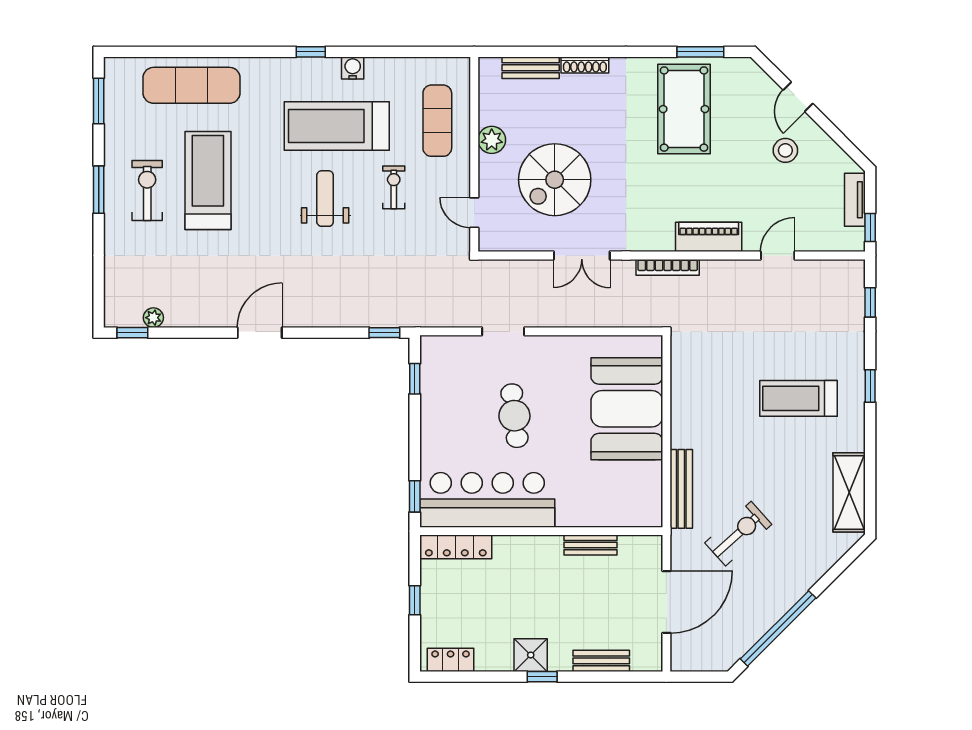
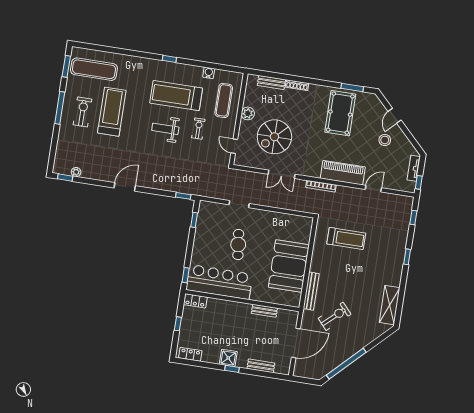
water cooler: (353, 68) -> (209, 73), moved
exercise mat: (192, 85) -> (94, 69), moved
window: (99, 190) -> (60, 108), width x1.44
weight bench: (325, 199) -> (165, 129), turned -90
piano: (709, 237) -> (343, 173), width x1.37, depth x1.33
treadmill: (798, 398) -> (346, 238), moved, turned 180
booth: (627, 409) -> (289, 266), moved
locker: (456, 547) -> (195, 301), width x0.66

